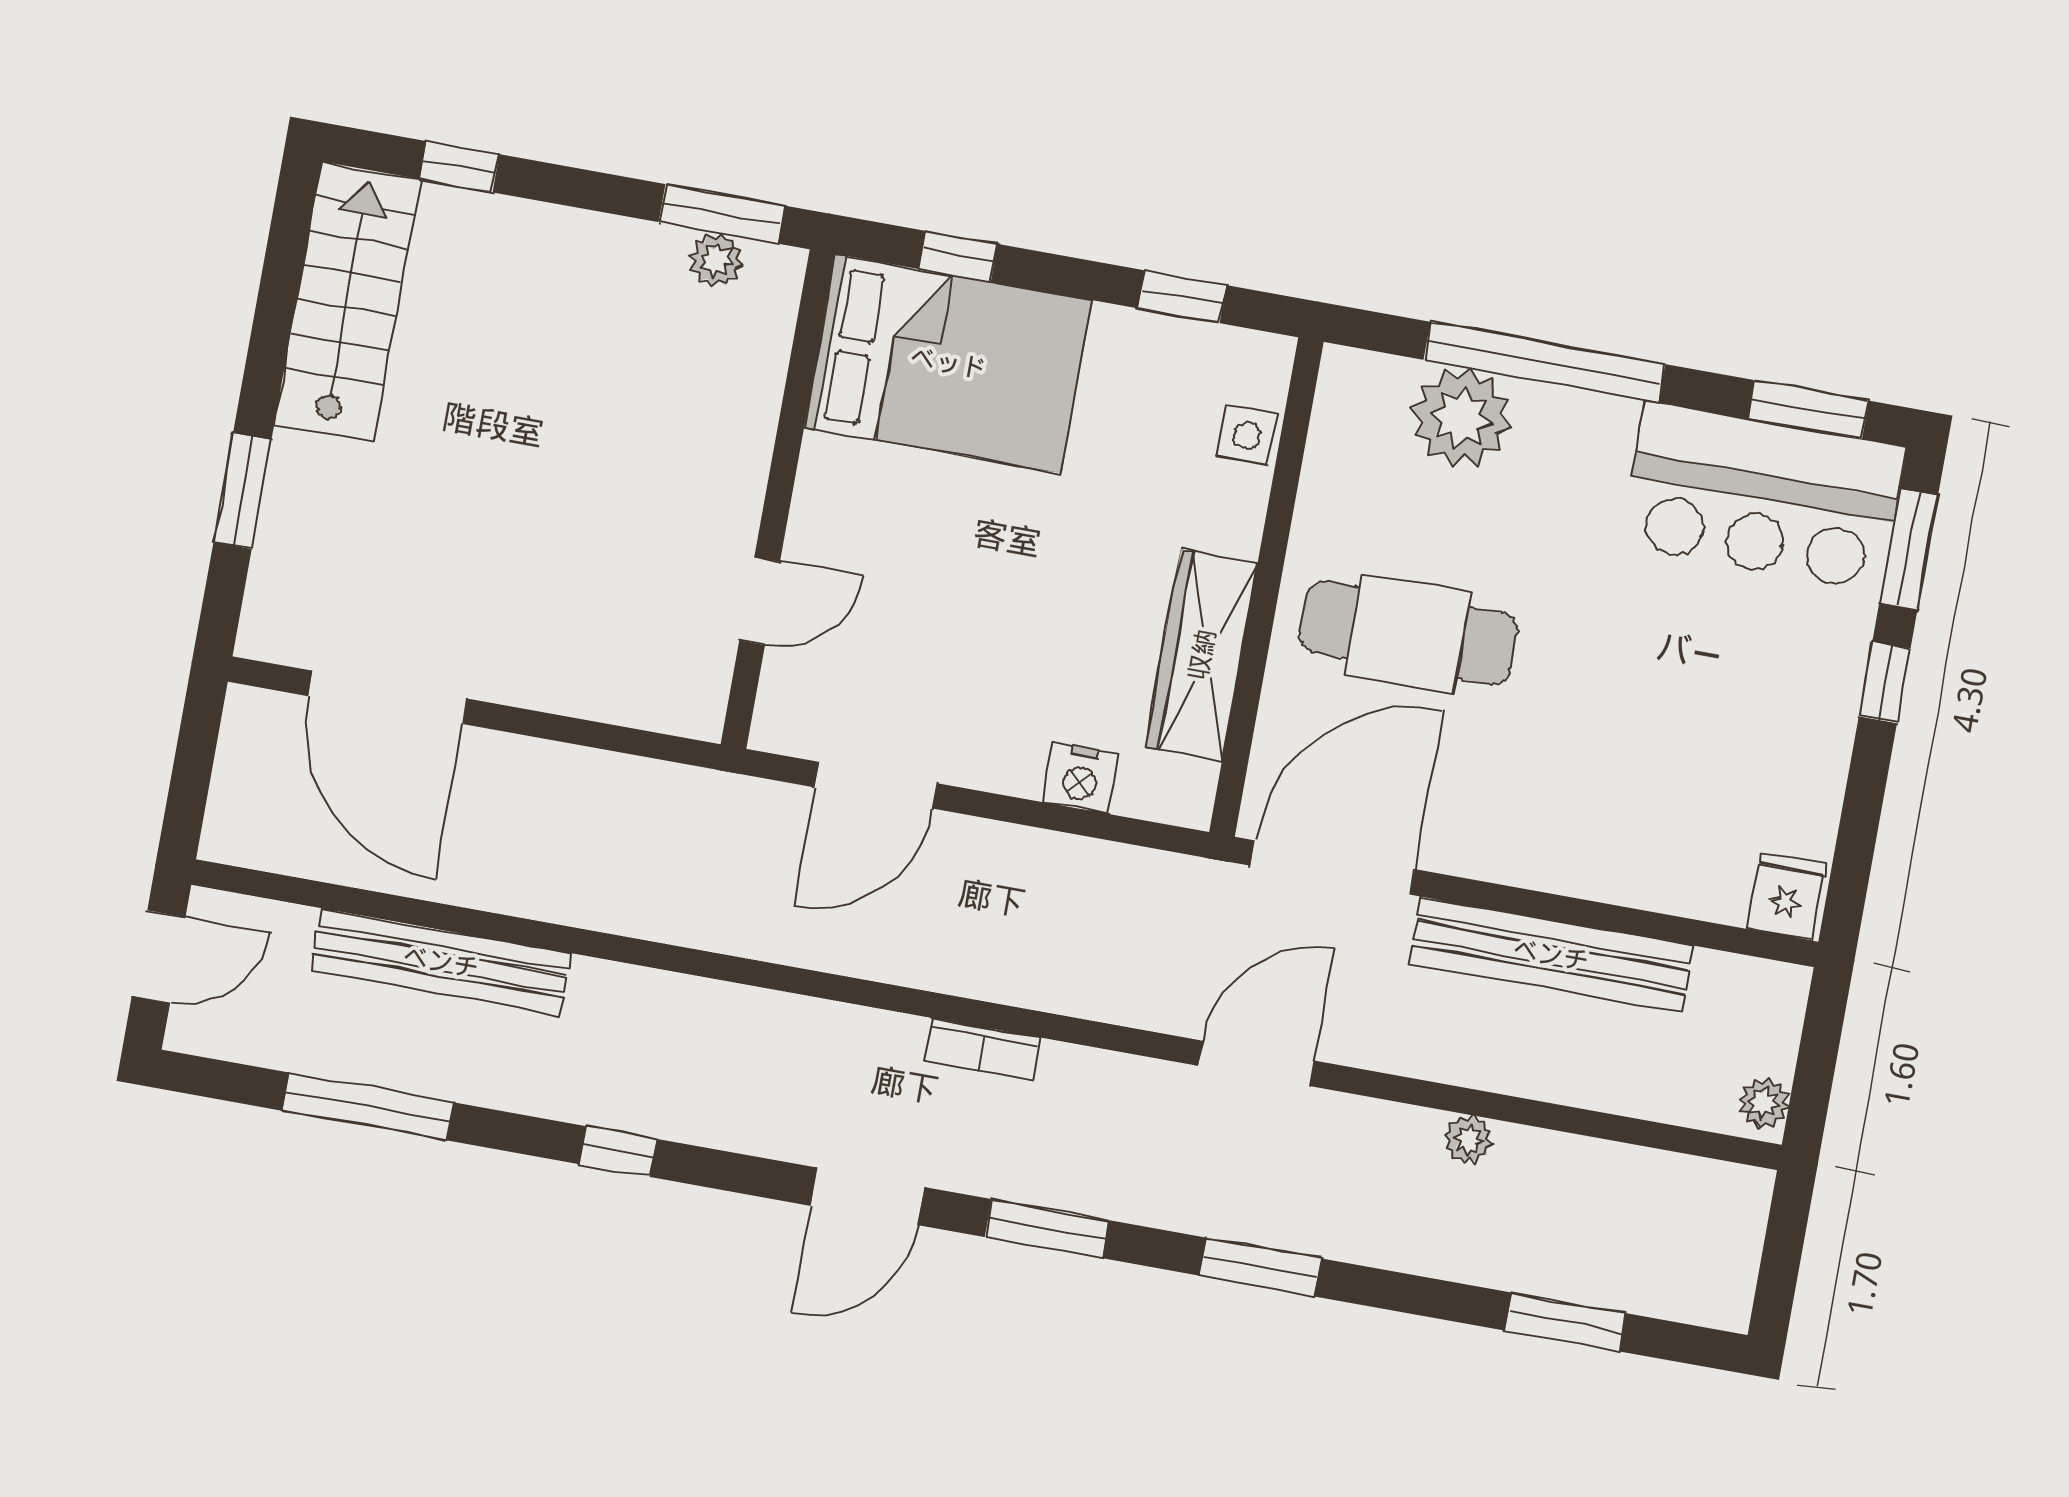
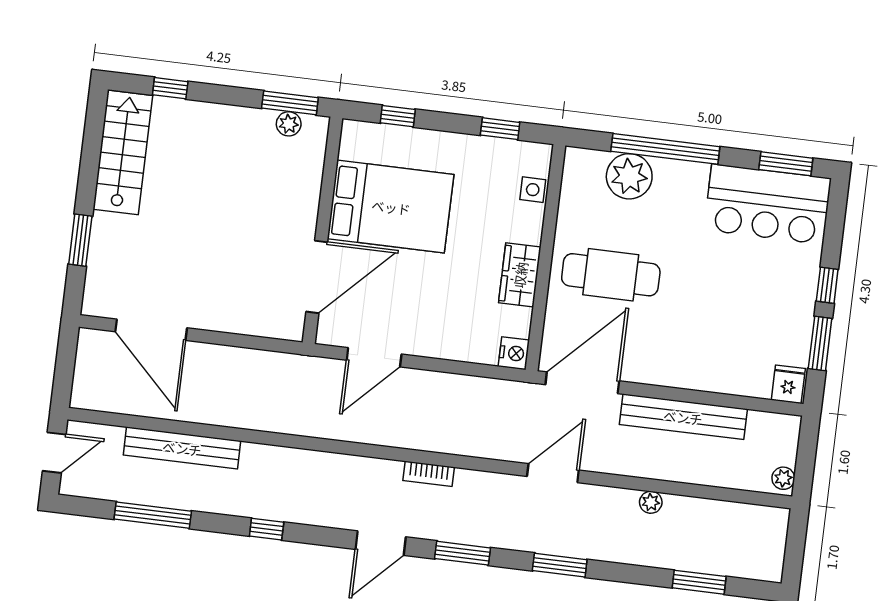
bed: (948, 363) -> (391, 207), moved
window: (1909, 549) -> (820, 344), moved
door: (760, 601) -> (317, 277), width x1.87
wardrobe: (1202, 655) -> (520, 275), width x0.67
nightstand: (1081, 778) -> (514, 353), moved, turned -90

